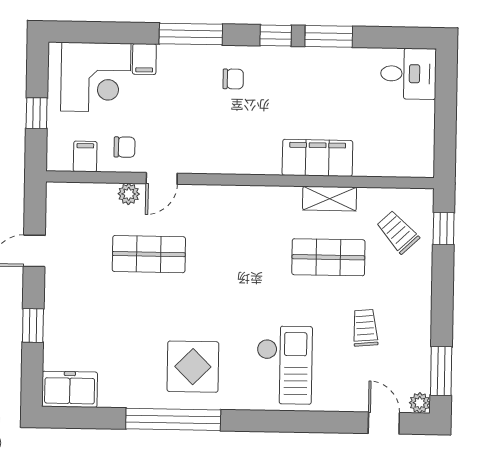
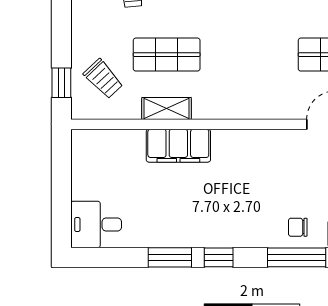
chair: (233, 79) -> (298, 227), moved

